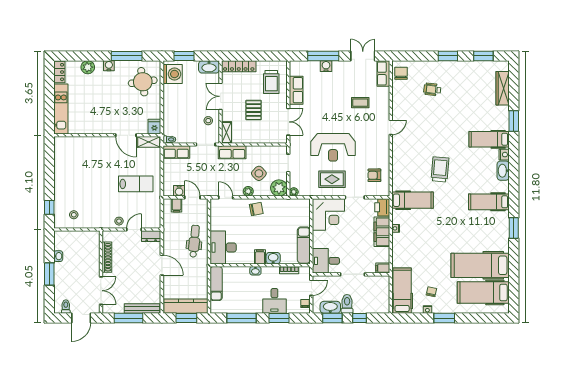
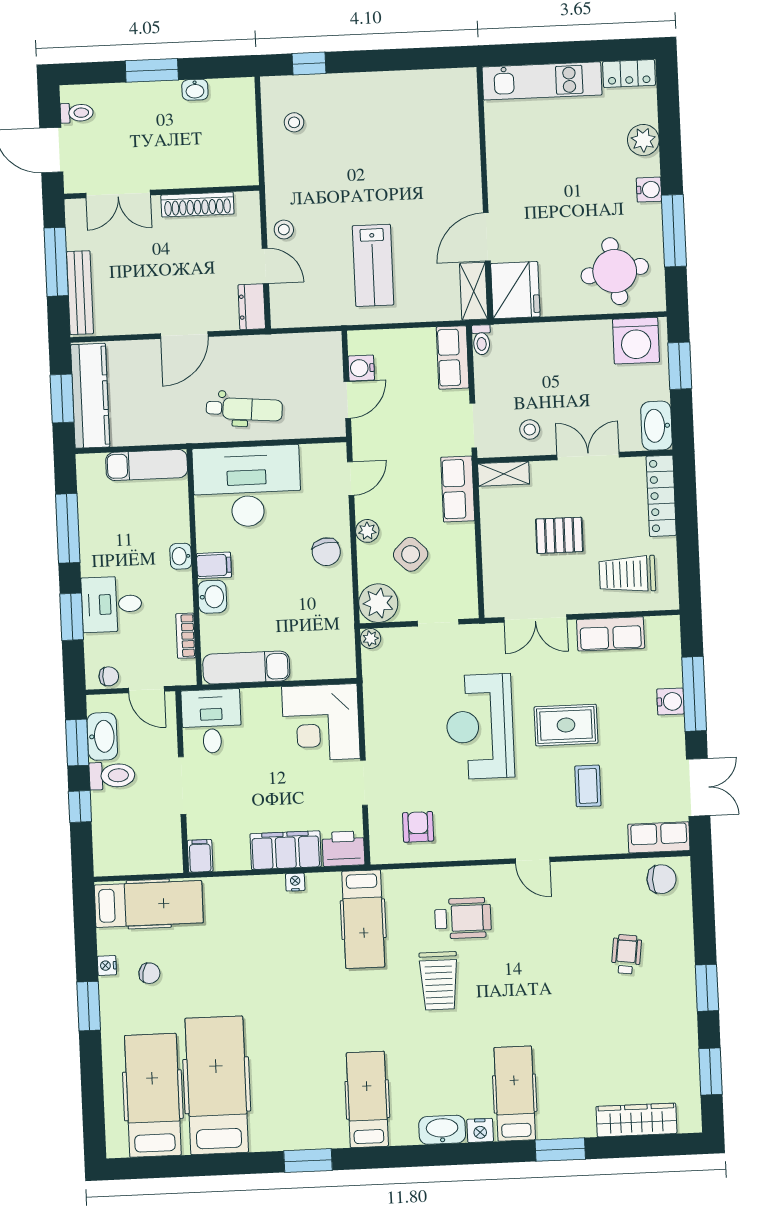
fridge: (154, 127) -> (515, 290), width x1.88, depth x1.34
wheelchair: (414, 158) -> (463, 918), added
trolley: (440, 169) -> (439, 981), turned 85
rug: (332, 179) -> (566, 725), moved, turned 90
filing cabinet: (177, 205) -> (327, 364), removed
desk: (223, 247) -> (247, 486), width x1.36, depth x1.30

